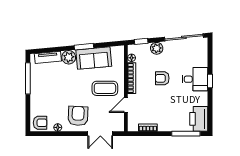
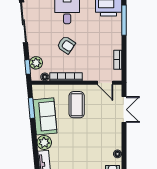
window: (84, 47) -> (31, 108), moved
plant: (157, 48) -> (36, 63), moved
armchair: (162, 78) -> (66, 45), turned -56
door: (126, 105) -> (105, 83), moved
armchair: (78, 116) -> (105, 133), removed

